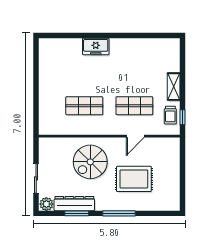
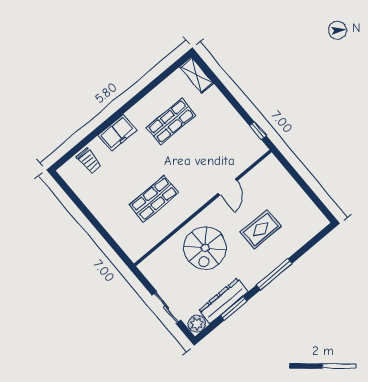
shelving: (174, 87) -> (197, 75), moved
shop shelf: (134, 106) -> (171, 121), moved
trolley: (170, 115) -> (89, 161), moved
rug: (134, 179) -> (261, 229), width x0.73, depth x0.70

